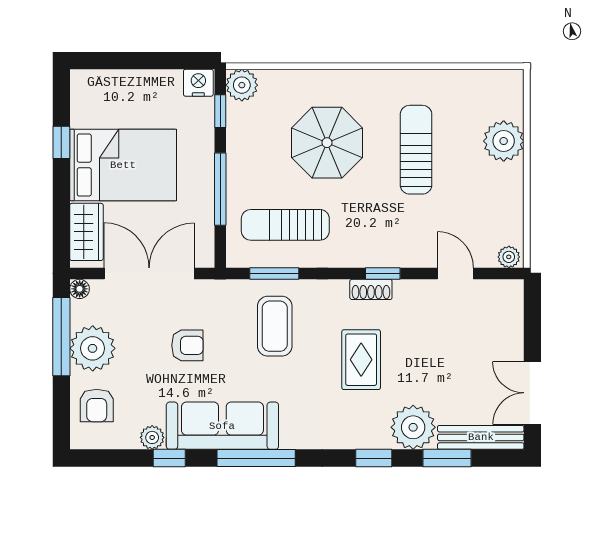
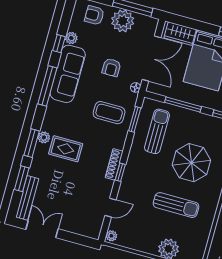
floor lamp: (80, 289) -> (136, 87), moved
shoe rack: (371, 289) -> (114, 164), width x1.43
rug: (361, 360) -> (66, 149), moved
plant: (413, 427) -> (44, 137), moved, width x0.53, depth x0.53
window: (374, 458) -> (32, 143), width x1.50

